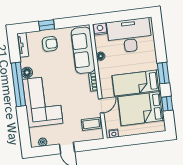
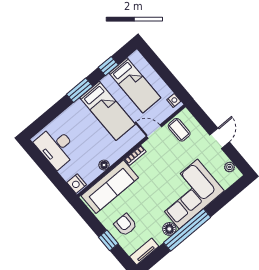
desk: (129, 36) -> (56, 147), width x0.73, depth x0.77
bed: (141, 109) -> (135, 85), width x0.67

